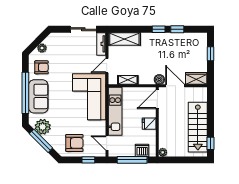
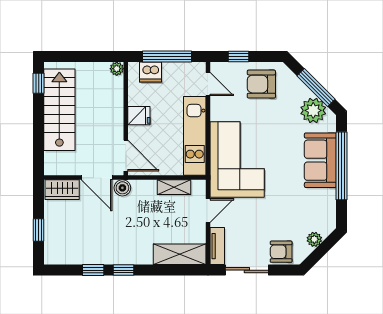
armchair: (41, 67) -> (281, 252), moved
door: (157, 99) -> (126, 156), hinge flipped

